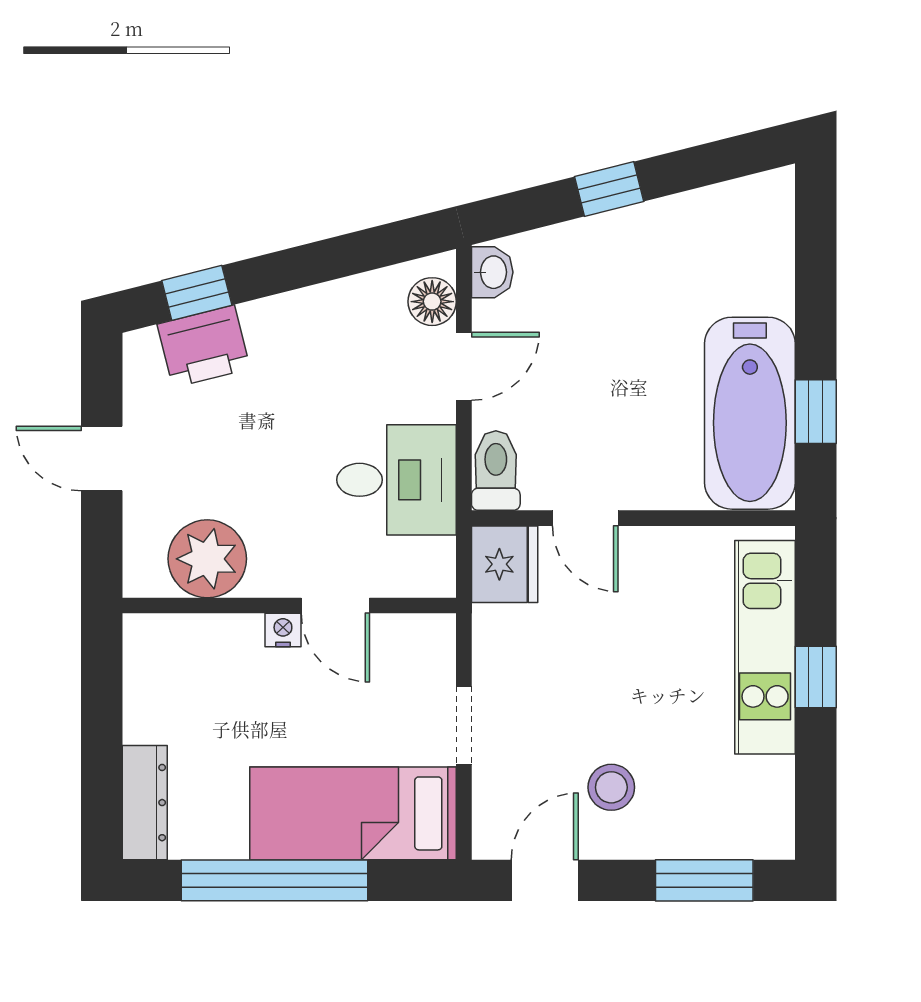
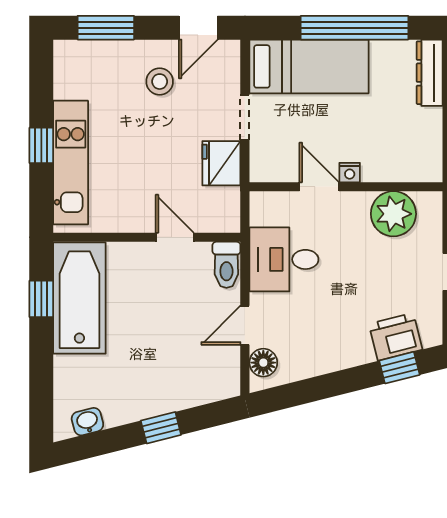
washbasin: (492, 272) -> (87, 422), moved, turned 76
fridge: (505, 564) -> (221, 163), moved

